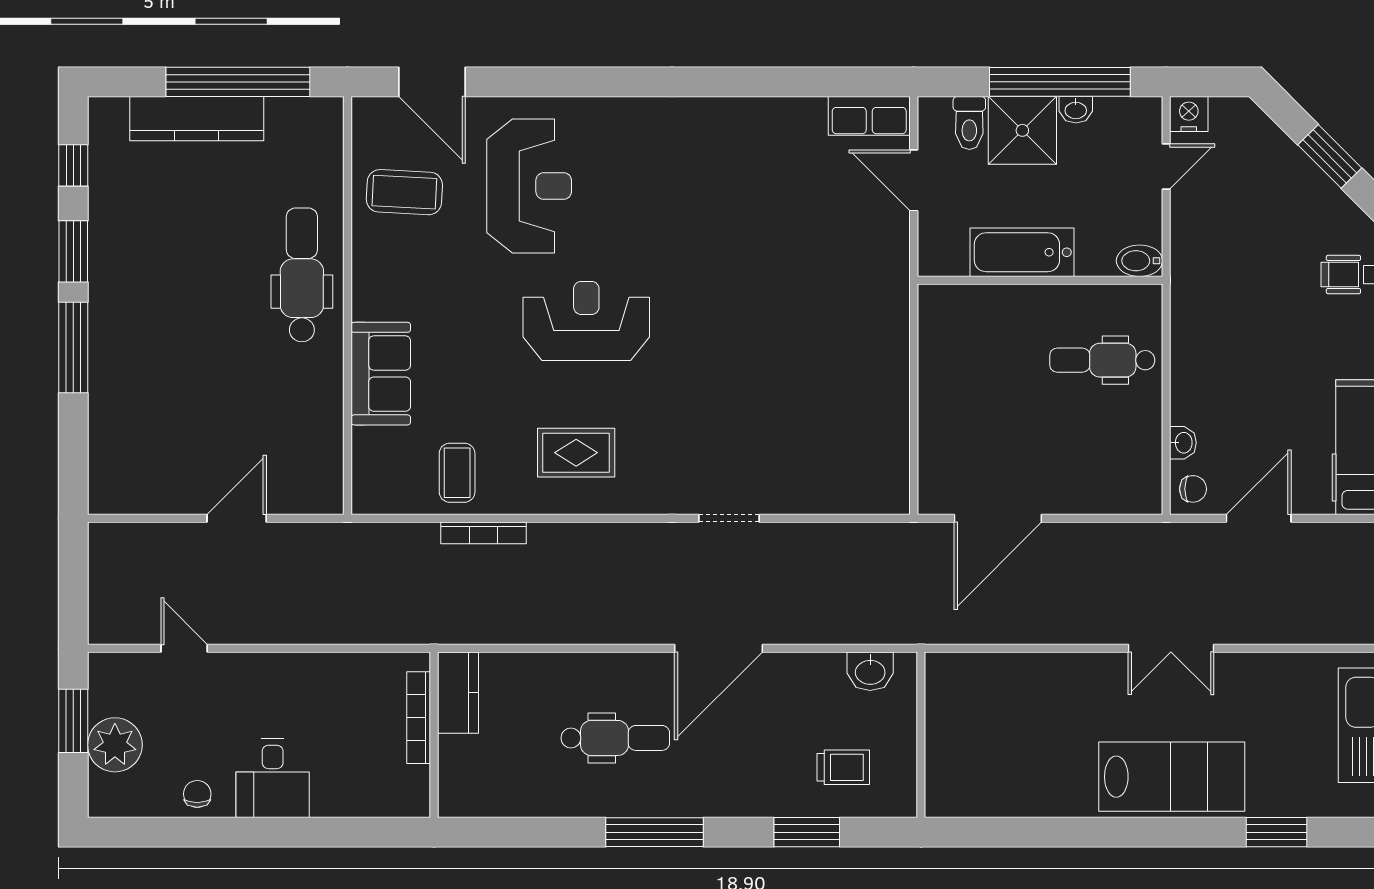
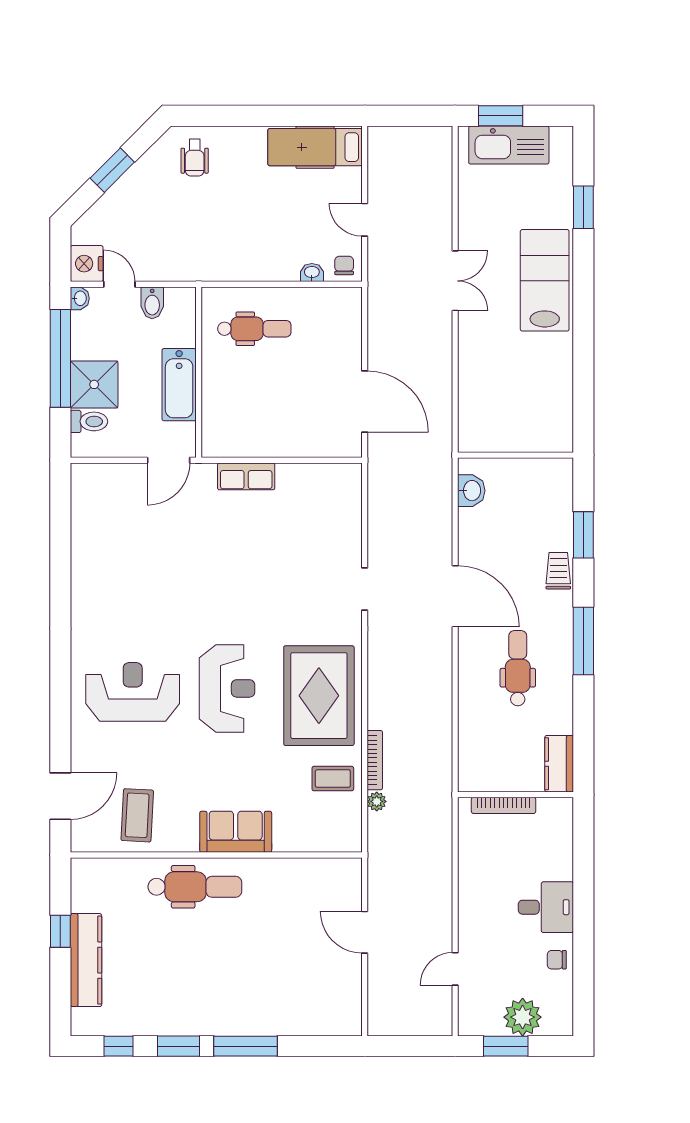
window: (238, 82) -> (60, 931), width x0.32
washbasin: (1076, 110) -> (80, 298), moved
nightstand: (1189, 114) -> (87, 264), width x1.36, depth x1.33
row of seats: (869, 116) -> (246, 476), moved, turned 90
door: (914, 180) -> (169, 460), moved
reception desk: (529, 186) -> (133, 692), moved
bidet: (1139, 261) -> (152, 303), moved
dental chair: (302, 275) -> (195, 887), turned 180
reception desk: (586, 321) -> (227, 688), turned 180
dental chair: (1102, 360) -> (254, 329), turned -90
sofa: (381, 374) -> (236, 832), moved
rug: (576, 453) -> (319, 696), width x1.86, depth x2.06
door: (1259, 518) -> (365, 220), width x0.73
plant: (424, 536) -> (377, 801), added
kitchen counter: (458, 693) -> (559, 764), moved, turned -90
trolley: (843, 767) -> (558, 571), moved

